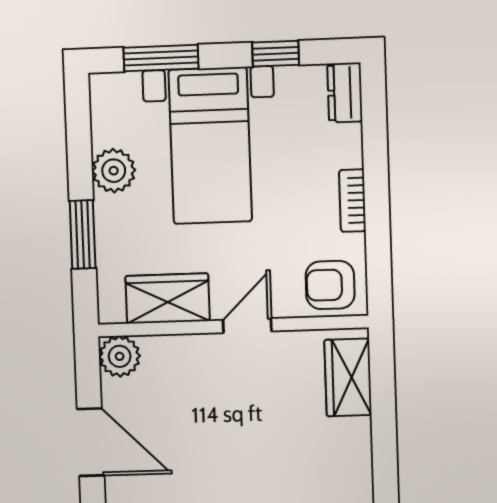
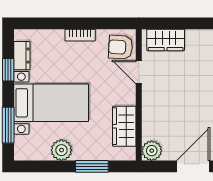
dresser: (345, 93) -> (22, 56), moved, turned -90
armchair: (330, 285) -> (120, 47), turned 93
door: (247, 326) -> (139, 72), moved

